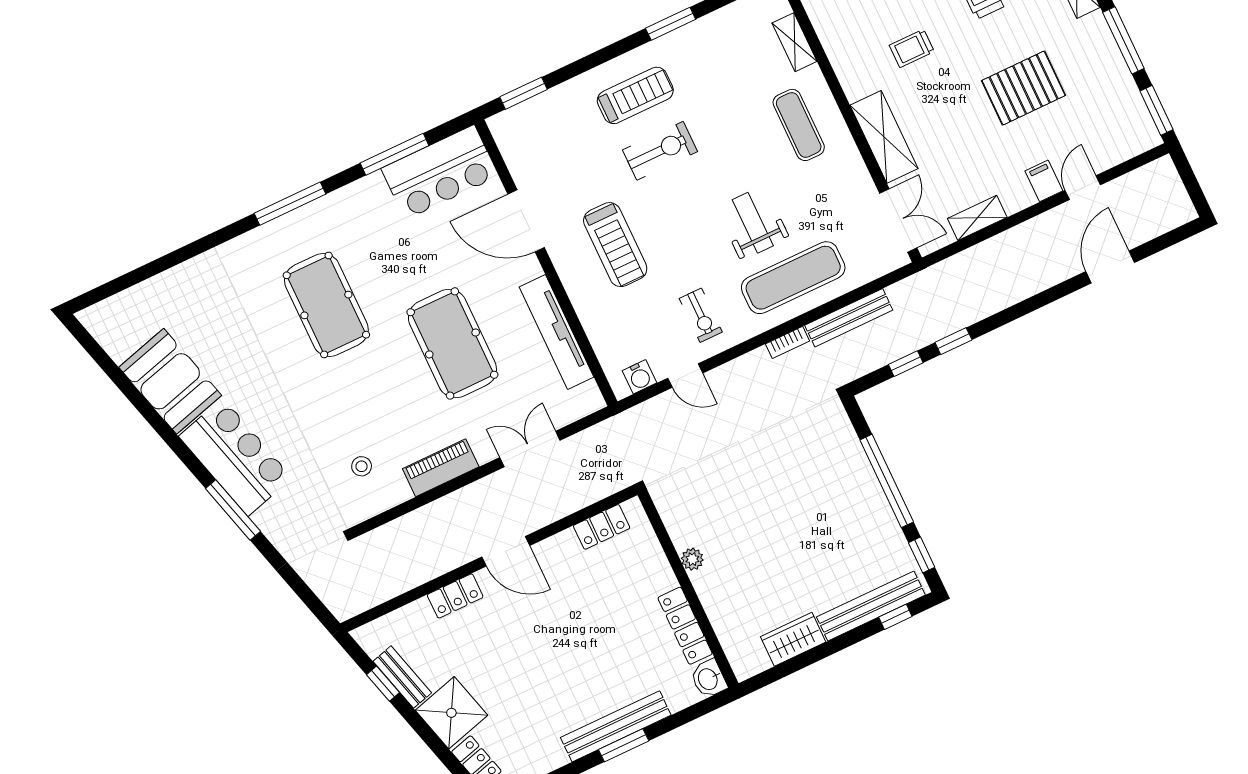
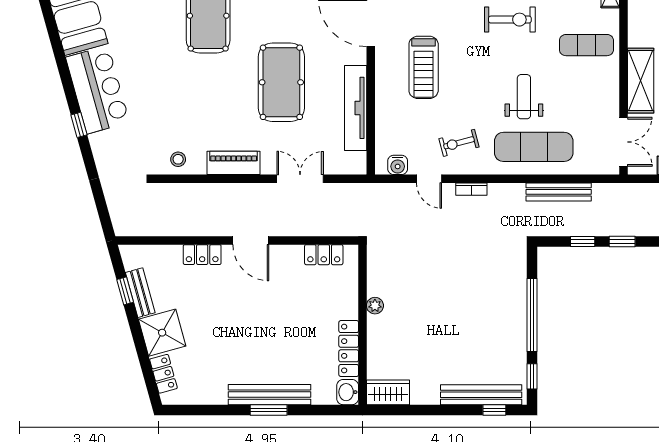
exercise mat: (799, 125) -> (586, 45), turned 90
exercise bike: (660, 151) -> (510, 20), moved
exercise bike: (701, 315) -> (459, 143), turned 75
bookcase: (787, 342) -> (471, 189), moved
stool: (362, 466) -> (178, 159), moved
window: (233, 510) -> (79, 125), width x0.46
wardrobe: (793, 639) -> (388, 392), moved

